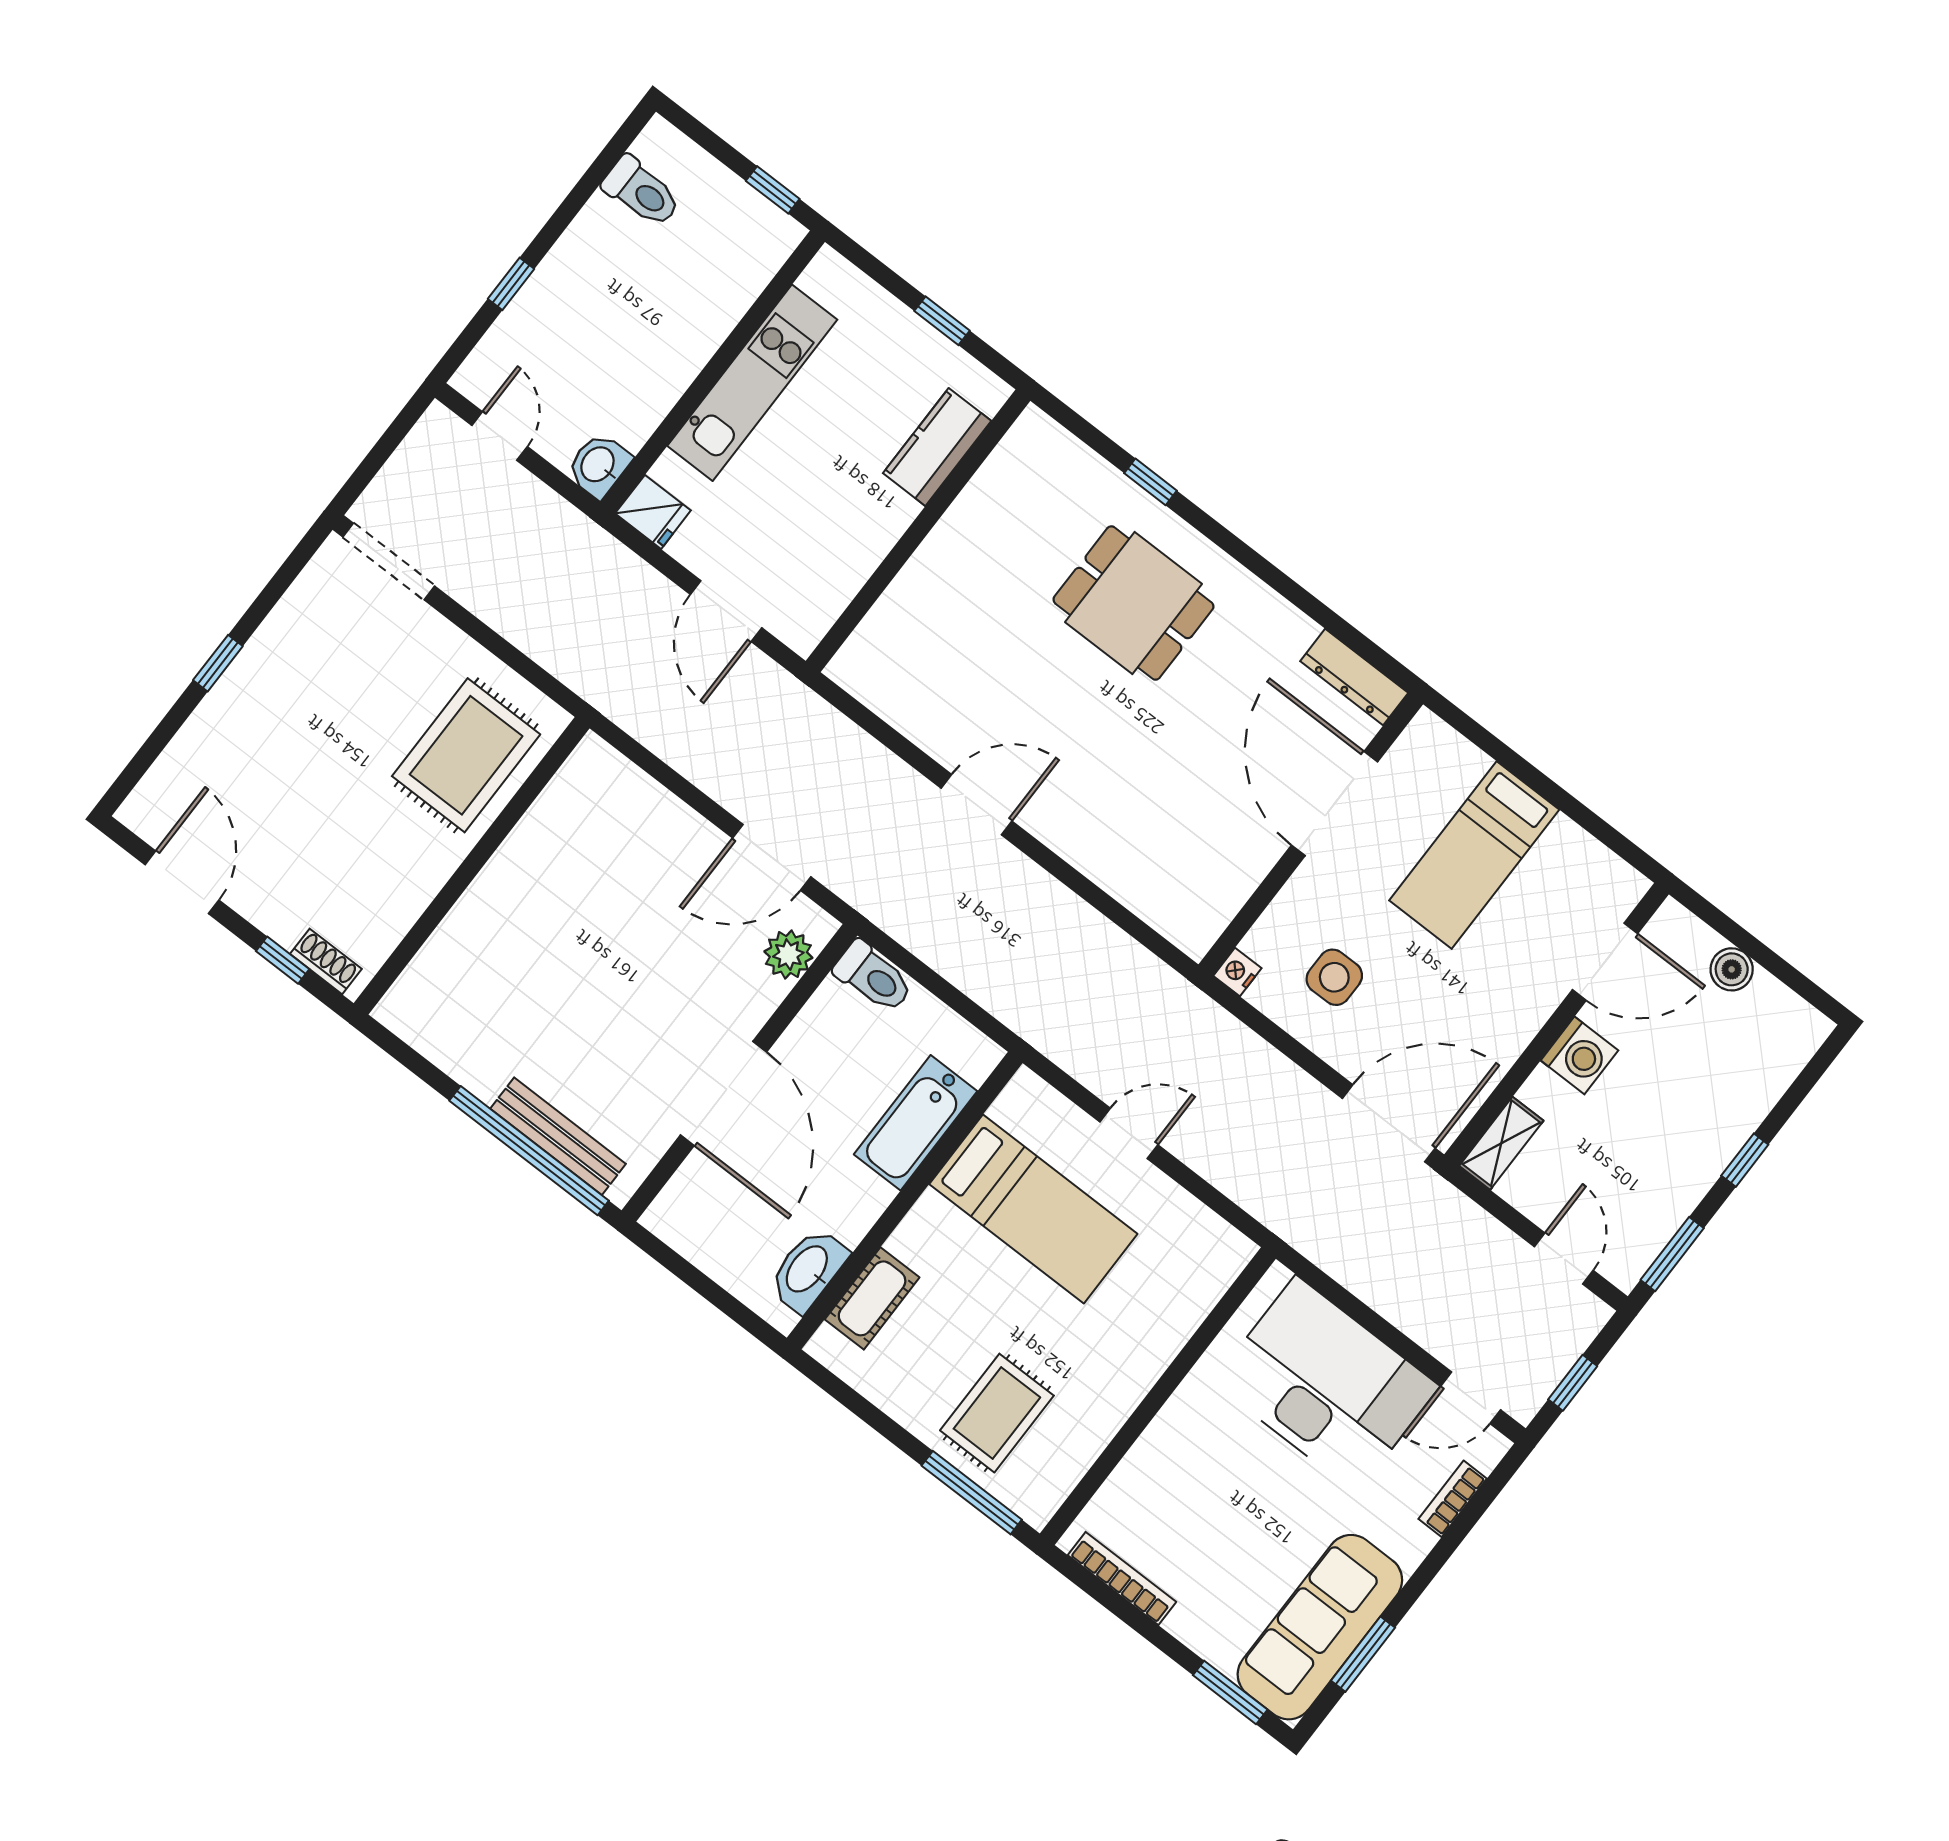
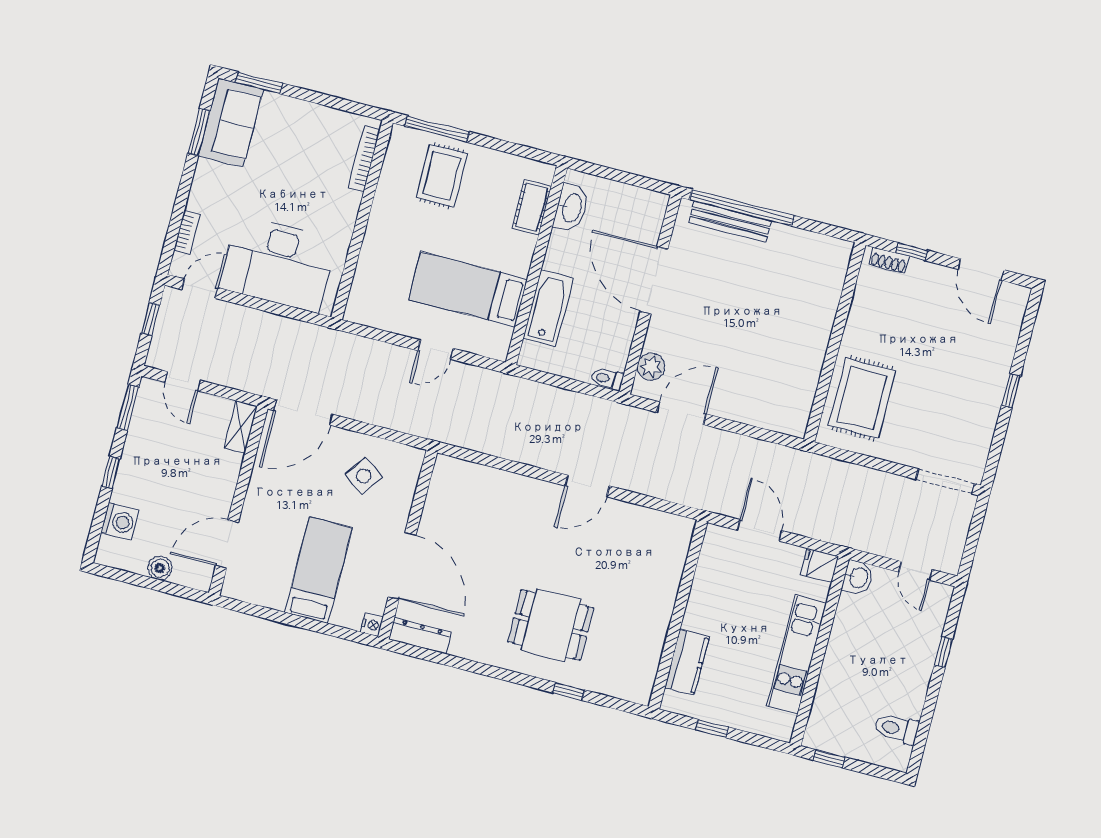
nightstand: (1237, 972) -> (372, 625), moved
toilet: (873, 977) -> (607, 379), width x0.73, depth x0.72
side table: (1334, 977) -> (364, 476), turned 35
washing machine: (1579, 1055) -> (120, 522), moved, turned 180
bookcase: (1122, 1578) -> (364, 159), moved, turned 90
sofa: (1320, 1627) -> (231, 122), width x0.73

